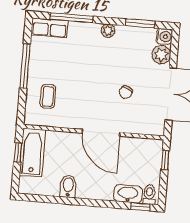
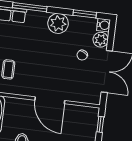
plant: (108, 31) -> (58, 23), width x1.88, depth x1.88
chair: (126, 92) -> (82, 55), moved

